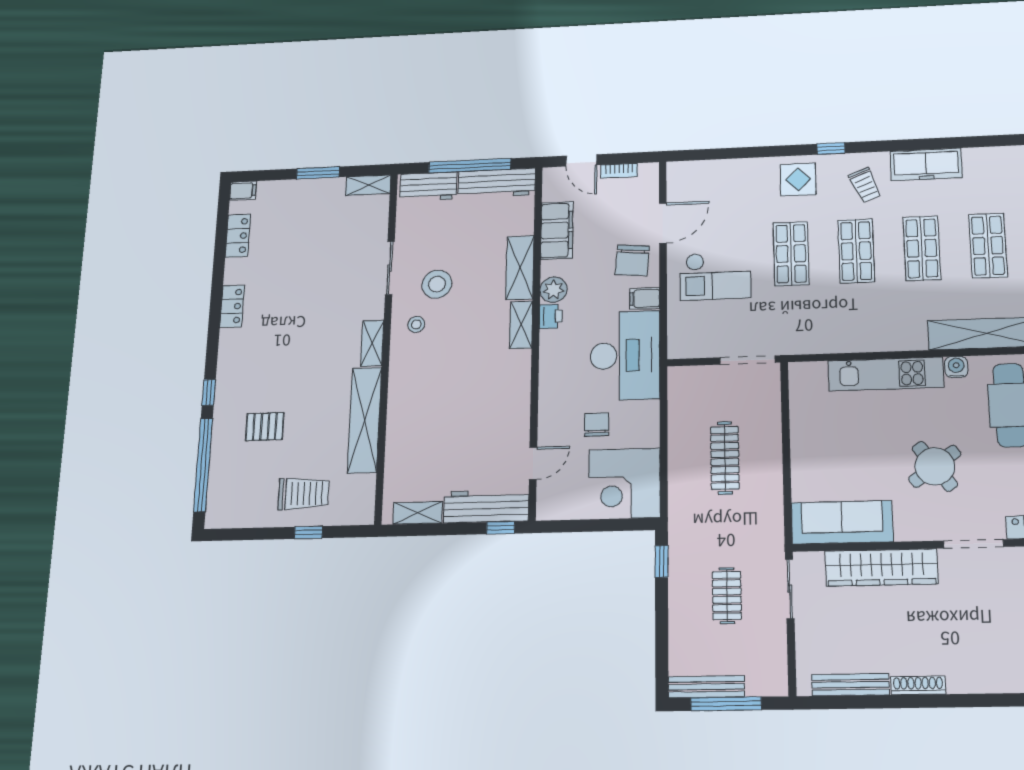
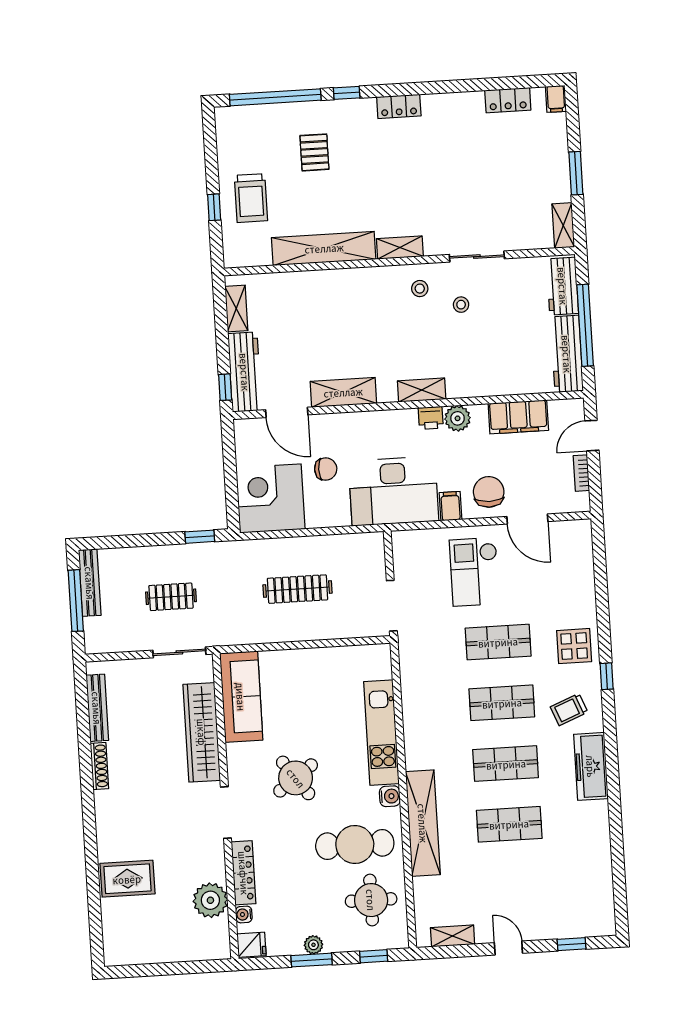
chair: (632, 260) -> (489, 492), turned 85
shelving: (520, 268) -> (343, 392), moved
stool: (437, 284) -> (461, 305), width x0.53, depth x0.53
locker: (232, 306) -> (399, 106), moved
door: (533, 463) -> (287, 412), width x1.37

